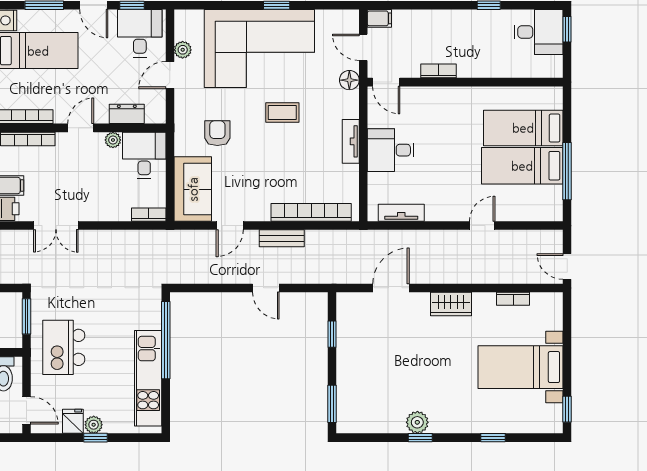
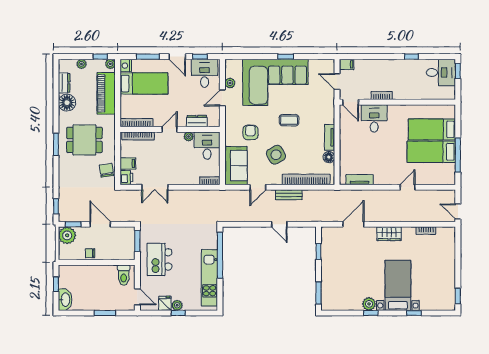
floor lamp: (349, 80) -> (329, 157), moved
desk: (391, 150) -> (374, 118), moved, turned 90
side table: (260, 171) -> (276, 155), added
bed with nightstands: (520, 367) -> (398, 285), moved, turned 90

